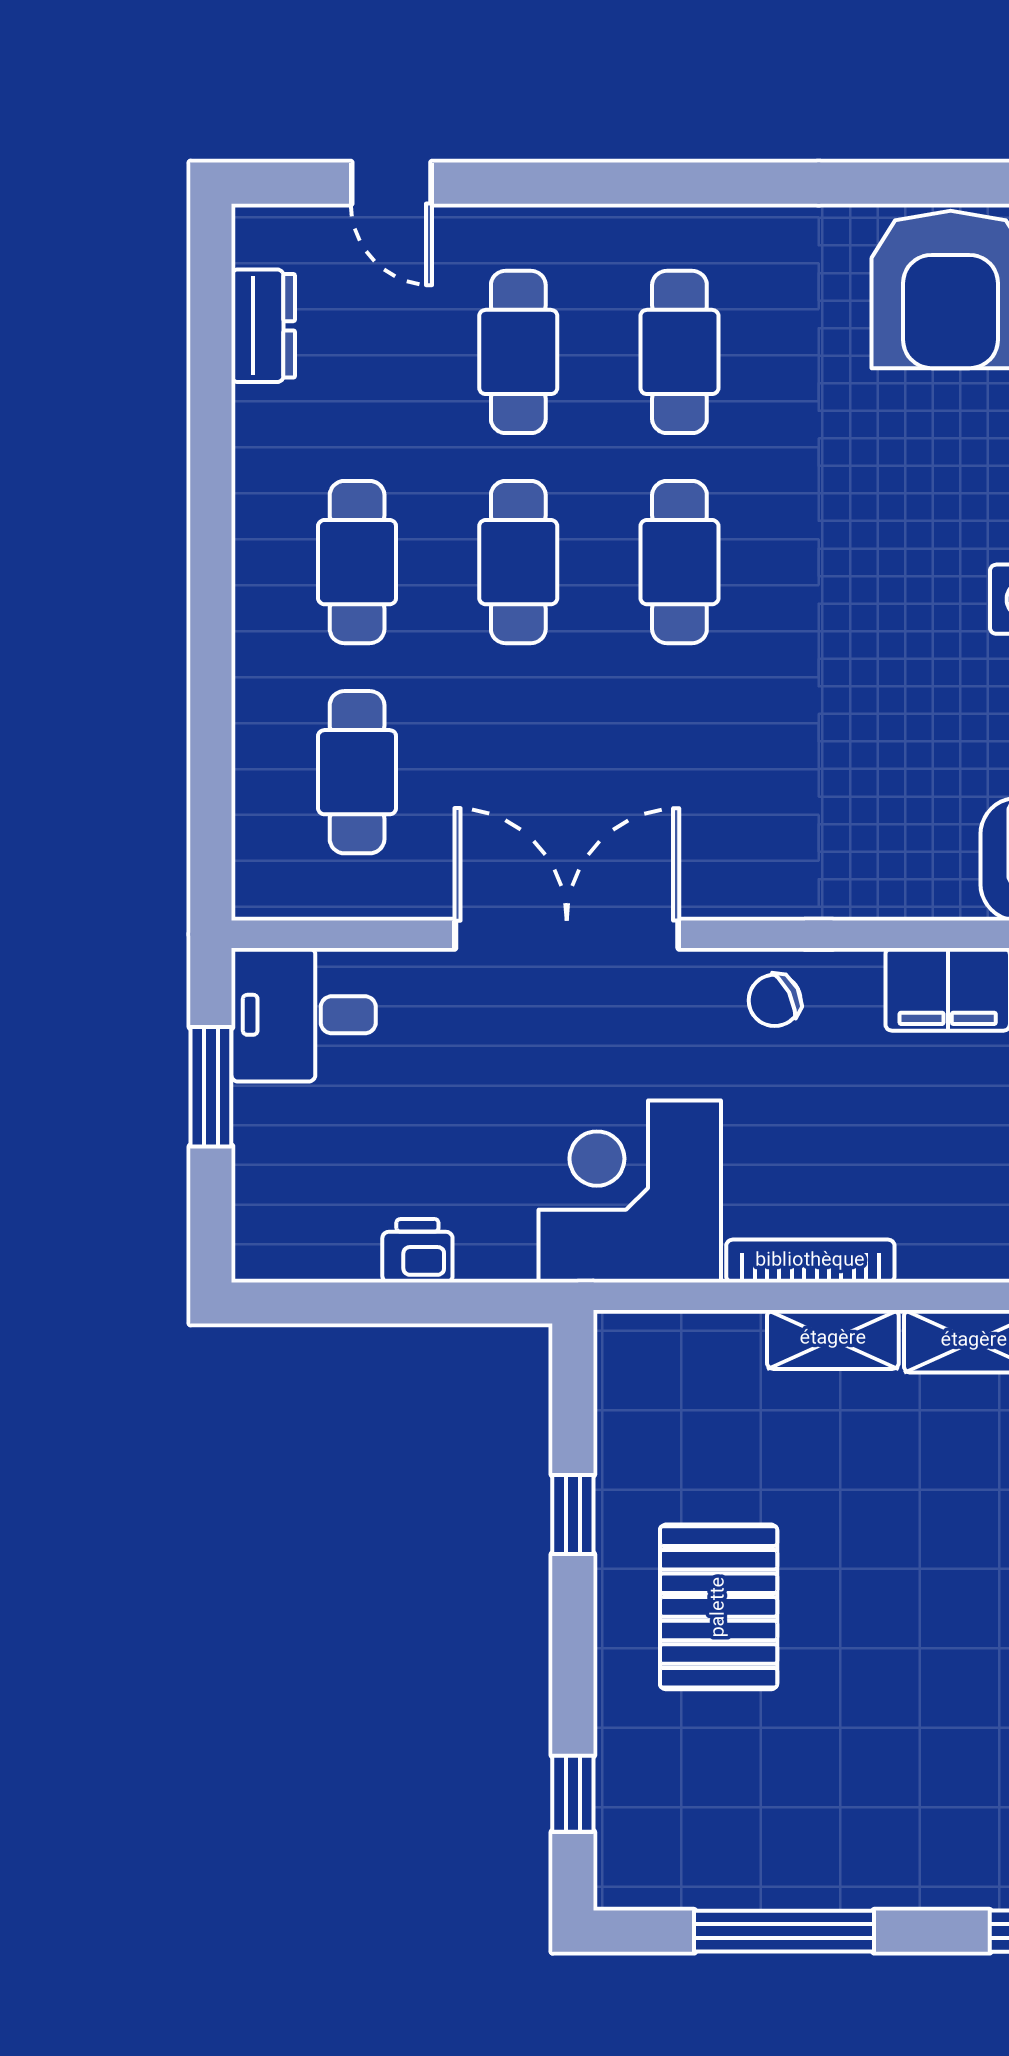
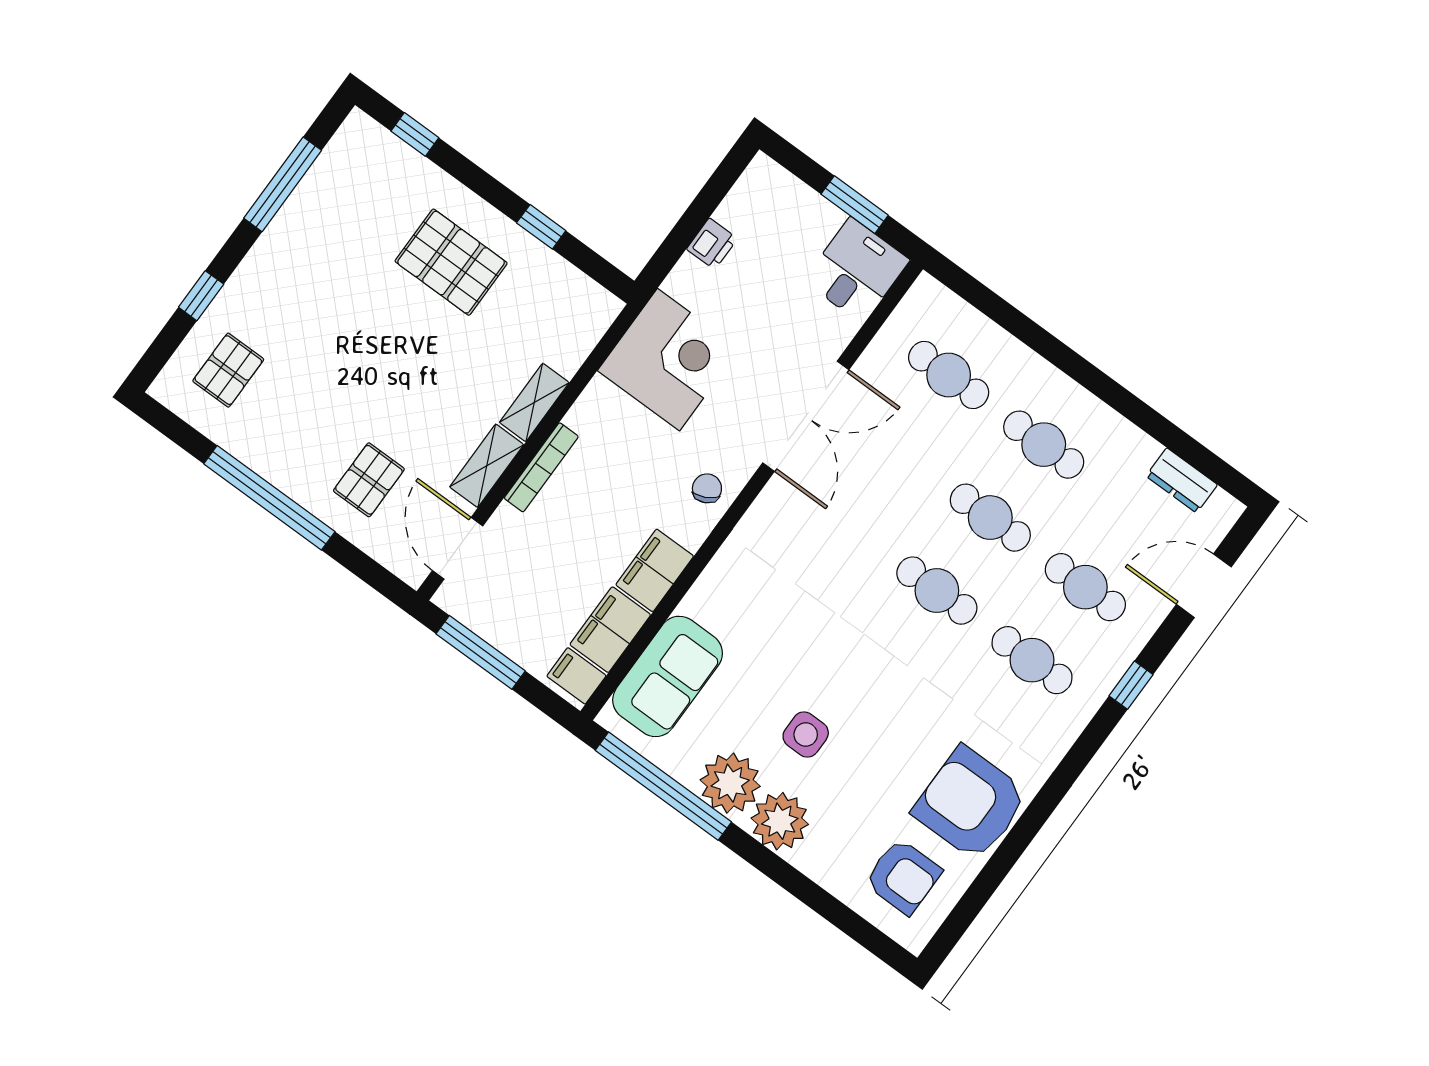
door: (391, 183) -> (1204, 586), width x1.38
window: (611, 183) -> (1131, 685), added
bookcase: (810, 1261) -> (541, 467), moved

